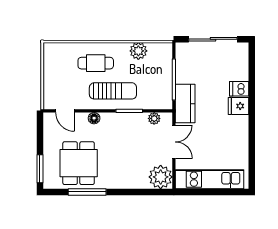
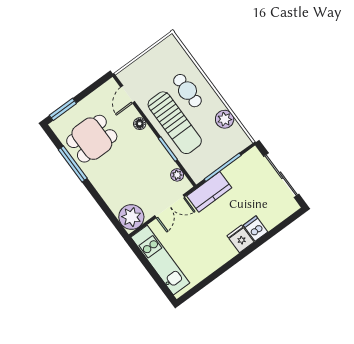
sun lounger: (113, 91) -> (175, 123), width x1.36, depth x1.34

